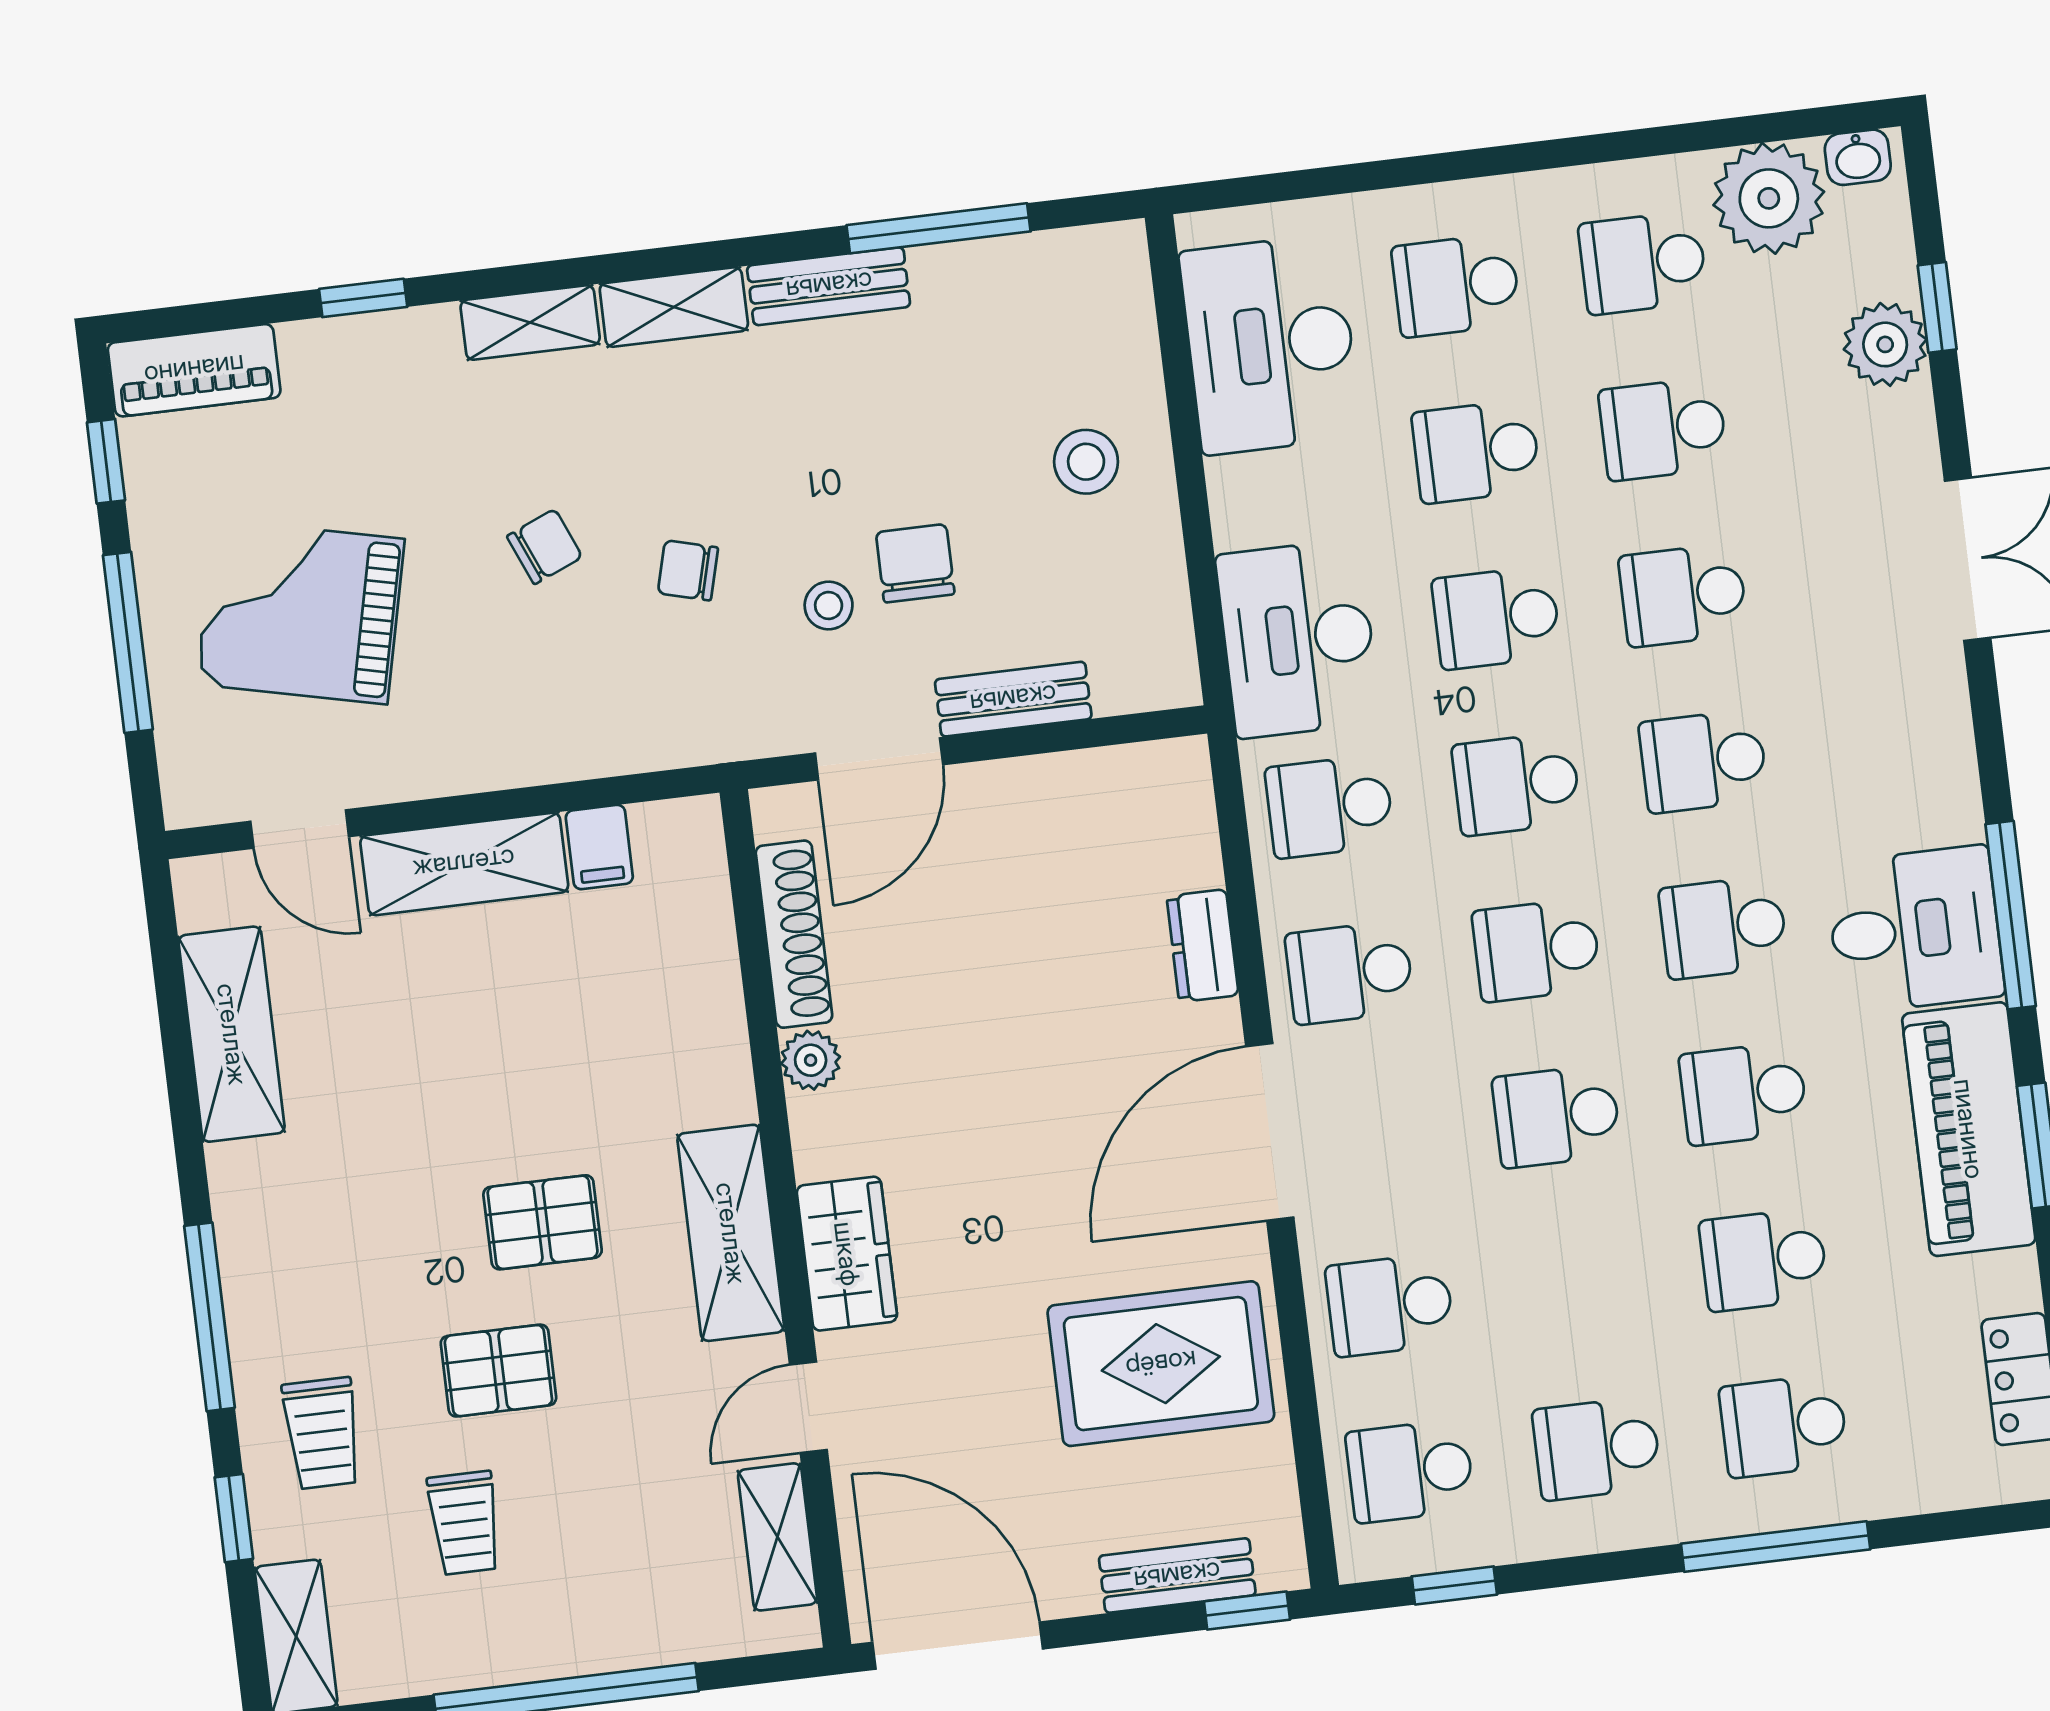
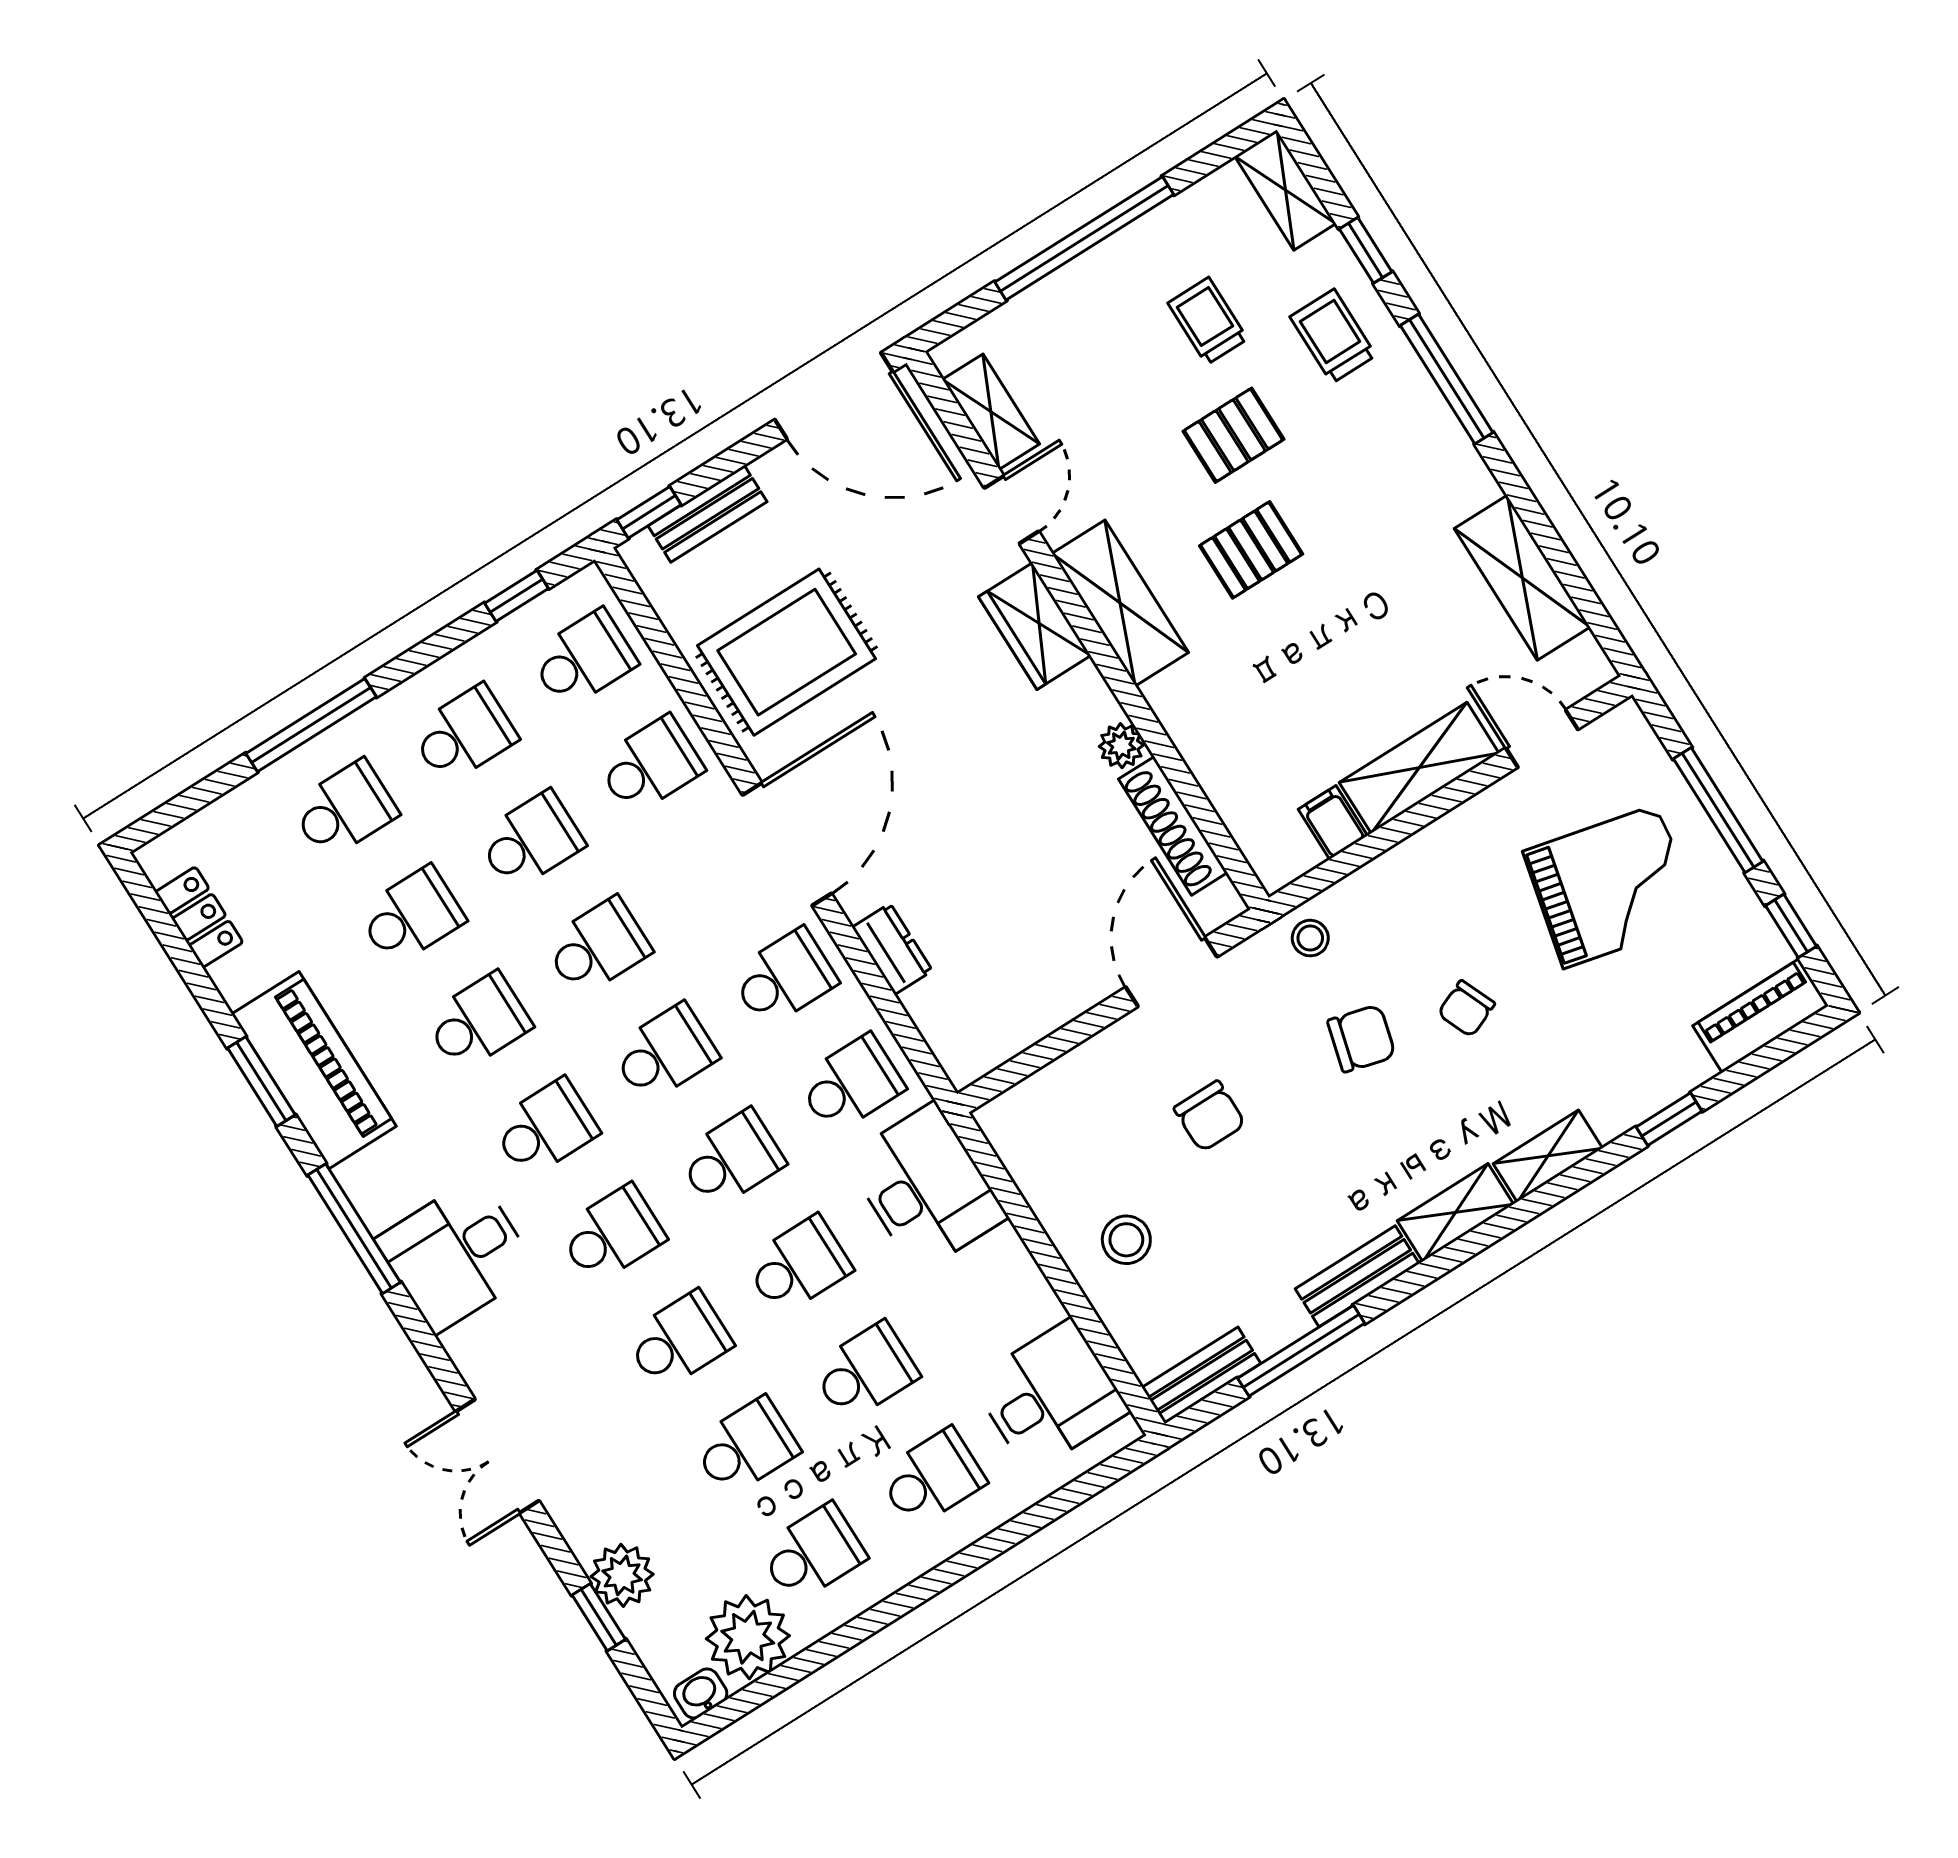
desk: (1270, 344) -> (1050, 1396), width x0.73
chair: (688, 570) -> (1361, 1038), width x1.37, depth x1.37
stool: (829, 606) -> (1310, 938), moved
bench: (1013, 699) -> (1201, 1375), moved
desk: (1915, 930) -> (456, 1255), moved
school desk: (1577, 1282) -> (531, 841), added

